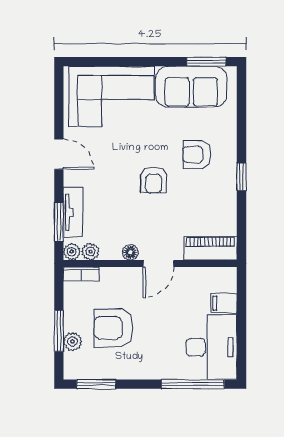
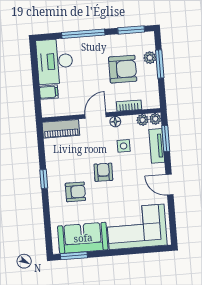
side table: (121, 216) -> (124, 146), added
bookcase: (81, 274) -> (129, 106), moved
window: (193, 384) -> (83, 34), moved

